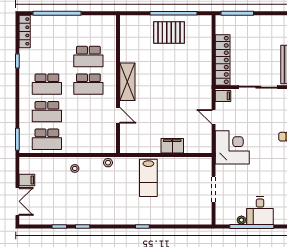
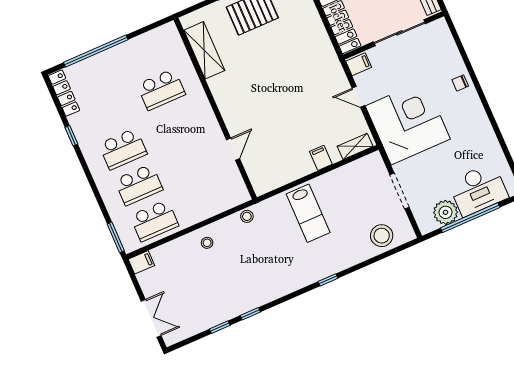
shelving: (127, 82) -> (204, 50), moved
school desk: (88, 84) -> (177, 125), removed
door: (118, 115) -> (233, 149), hinge flipped
filing cabinet: (172, 146) -> (321, 158), width x0.50
corner desk: (232, 147) -> (408, 122), width x1.36, depth x1.36
shelving: (198, 148) -> (355, 146), added
filing cabinet: (27, 180) -> (141, 262), moved
desk: (260, 211) -> (478, 190), width x1.37
stool: (190, 213) -> (382, 236), added
plant: (241, 220) -> (446, 212), width x1.87, depth x1.87

